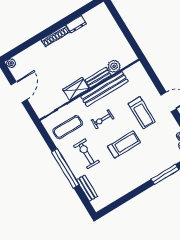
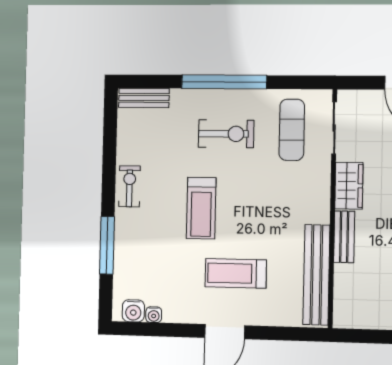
plant: (114, 66) -> (346, 277), removed
bench: (104, 89) -> (316, 275), moved
exercise bike: (103, 119) -> (129, 186), moved
bench: (87, 188) -> (144, 98), moved

